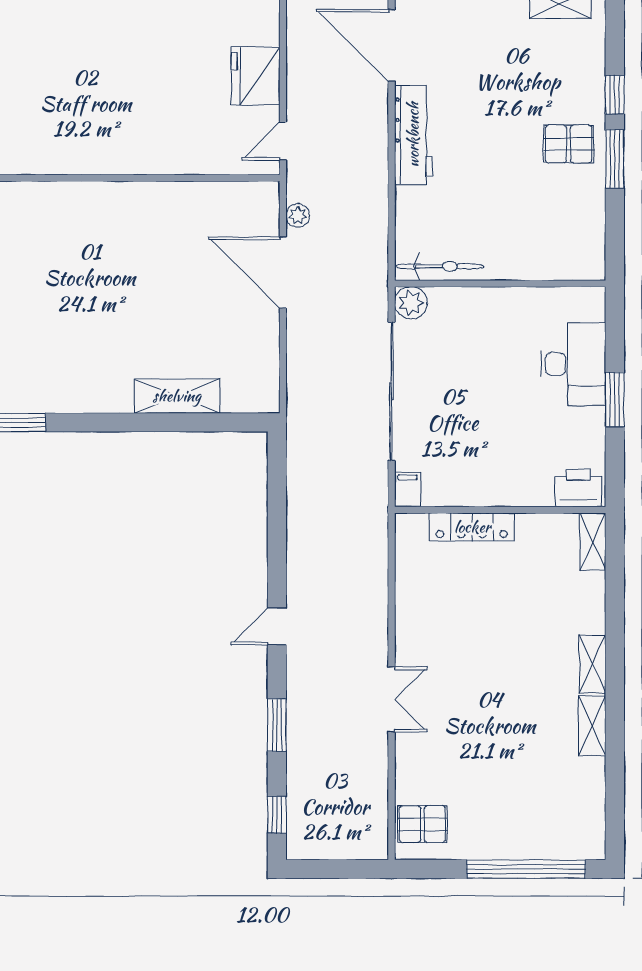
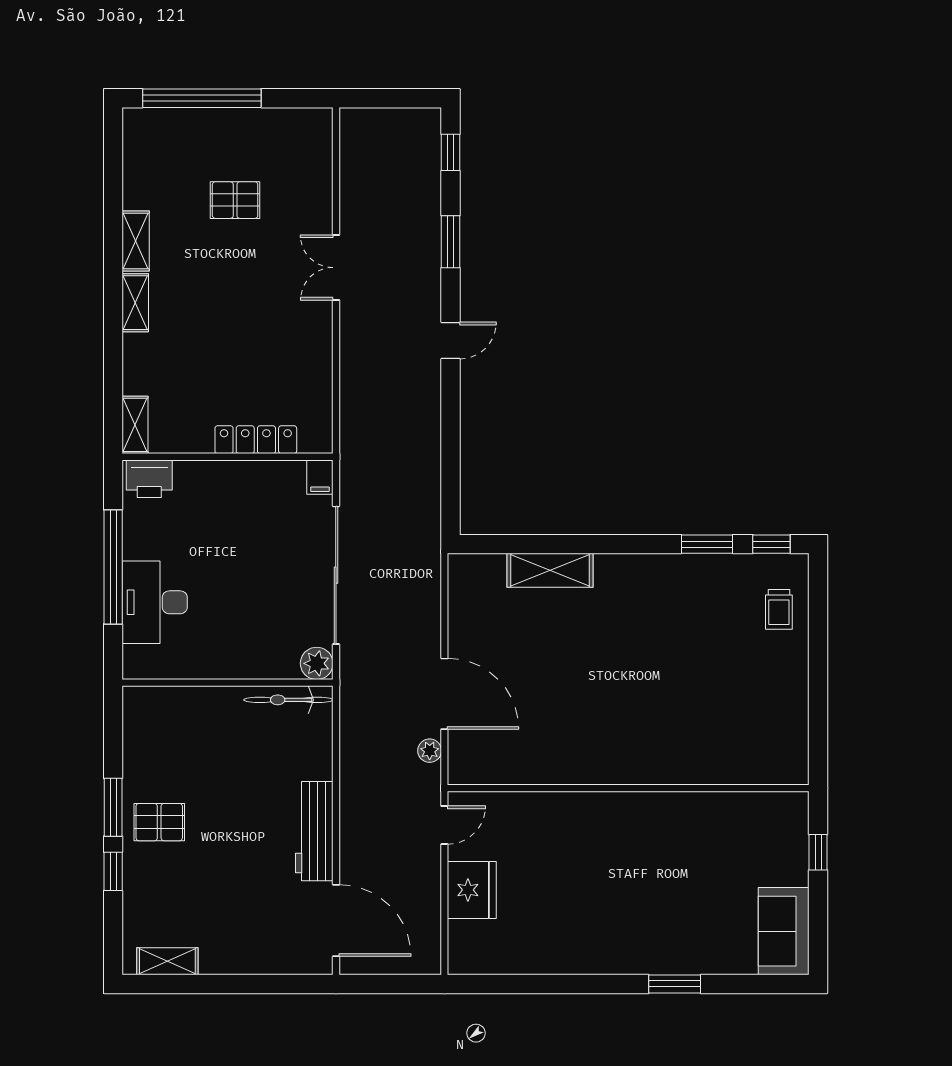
window: (615, 400) -> (113, 567), width x2.11
pallet: (422, 824) -> (235, 200), moved

